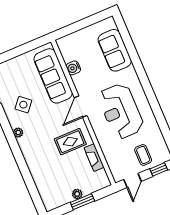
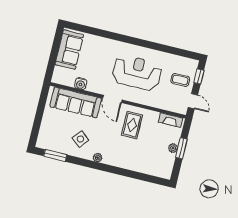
sofa: (115, 50) -> (69, 50), moved, turned -90
reception desk: (121, 111) -> (137, 73), turned 180
fireplace: (94, 158) -> (170, 120), moved

